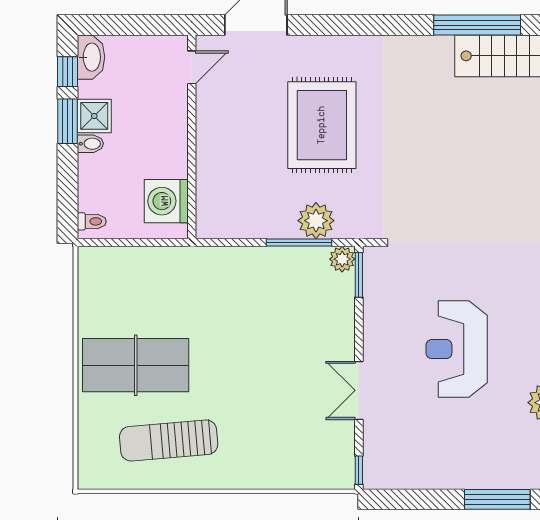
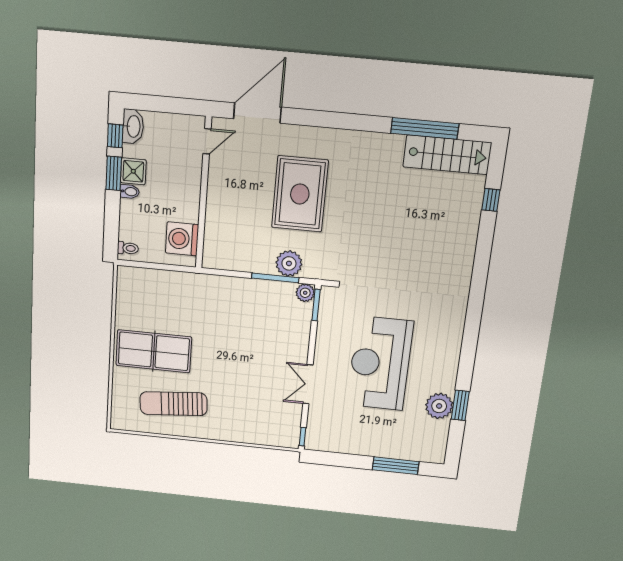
reception desk: (457, 349) -> (380, 363), width x1.36, depth x1.30

